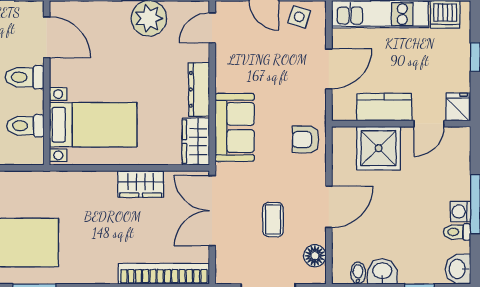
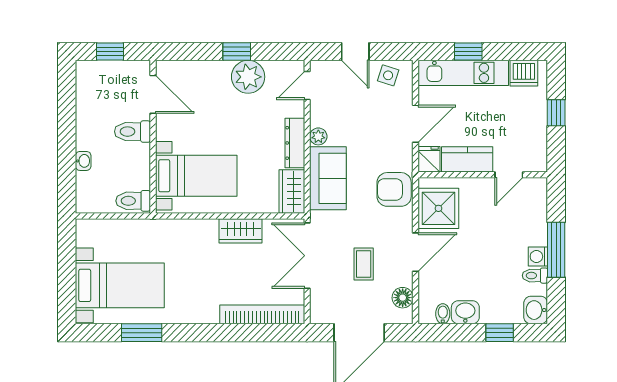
plant: (224, 82) -> (318, 136), added
fridge: (458, 107) -> (429, 159), moved
toilet: (25, 126) -> (133, 201), moved
armchair: (306, 139) -> (394, 189), width x1.38, depth x1.38
shower: (379, 148) -> (438, 208), moved

